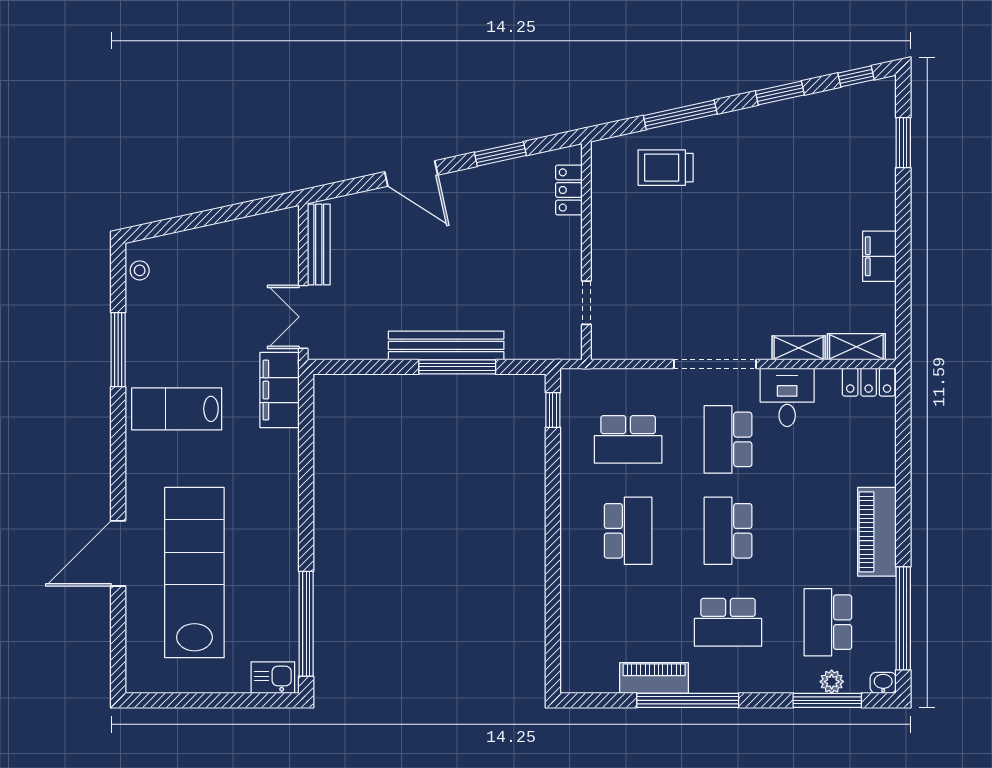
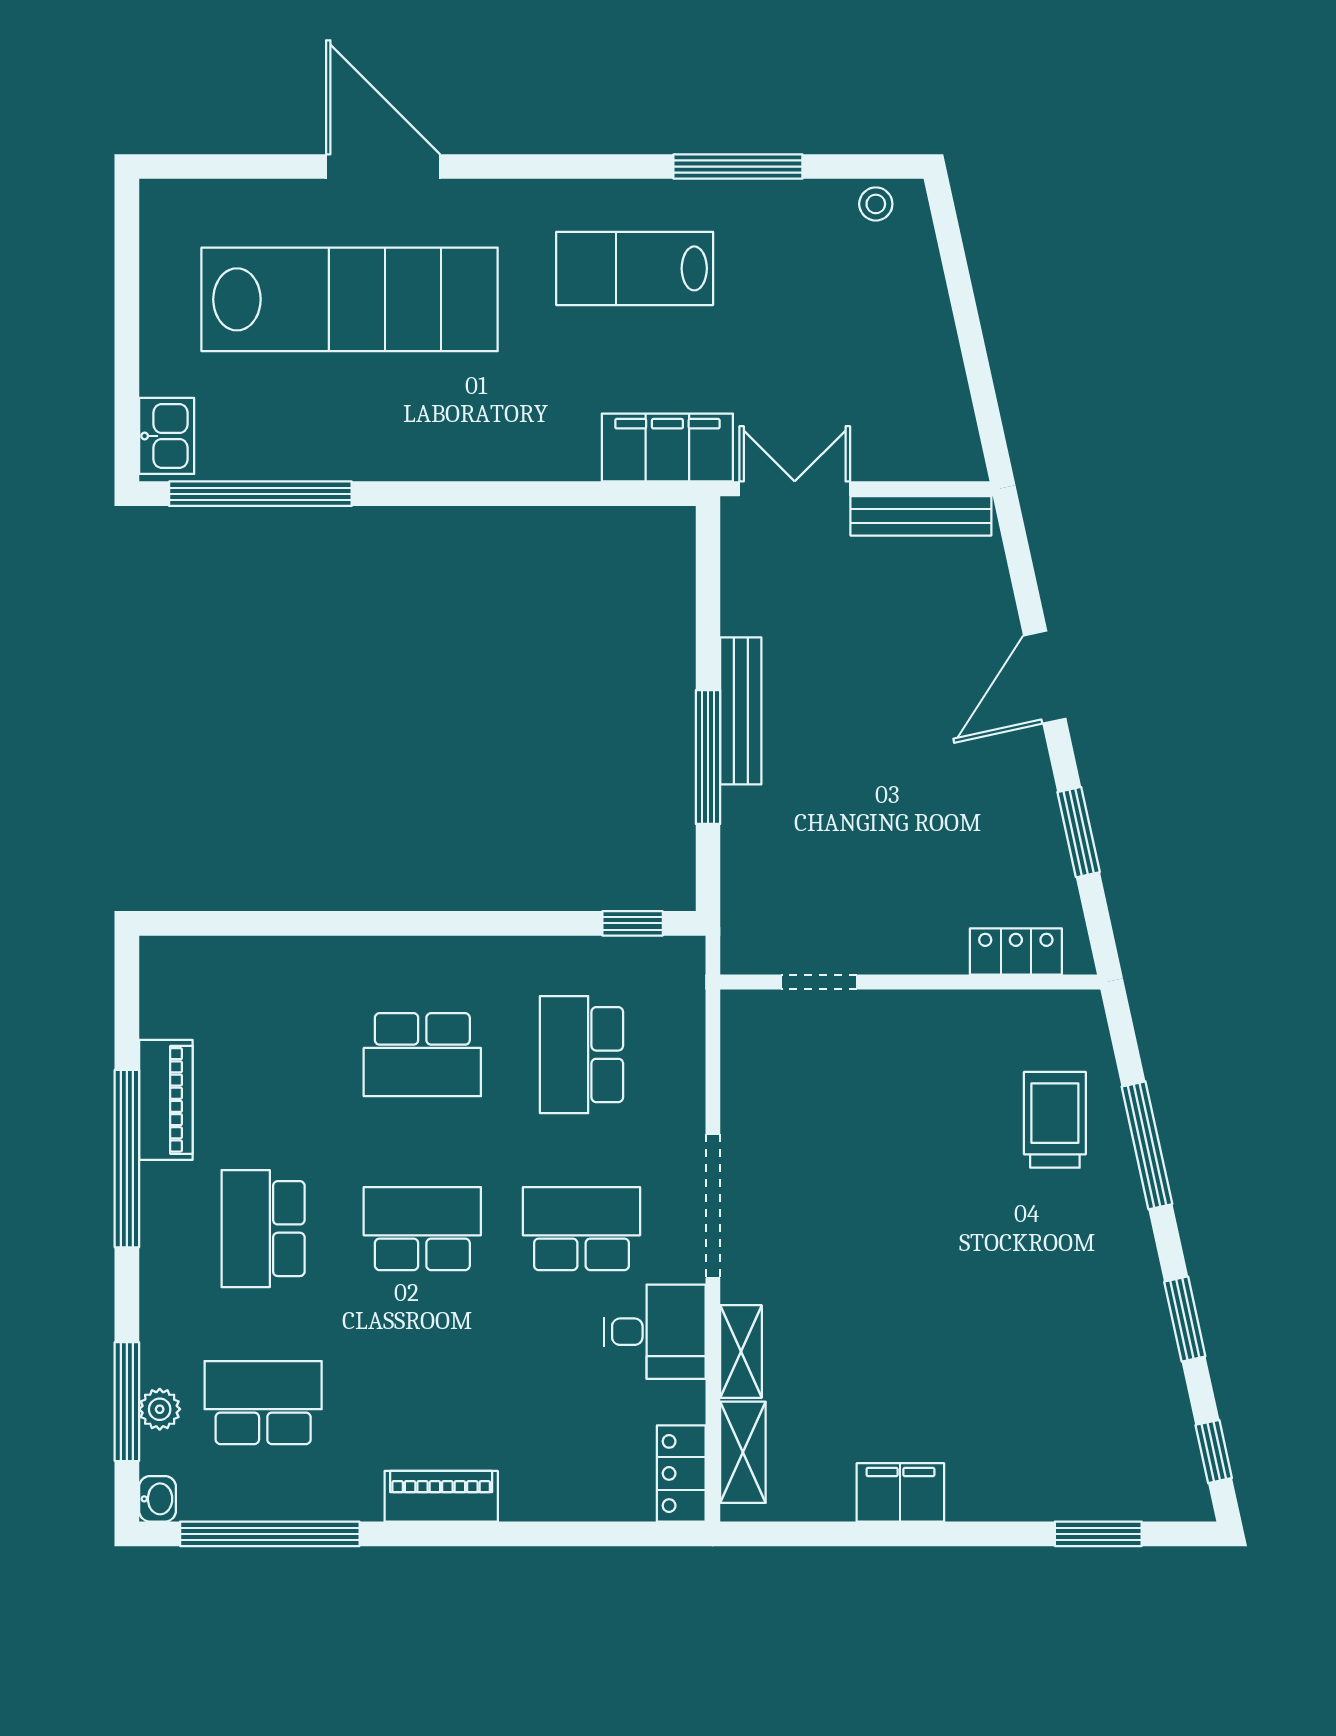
bench: (446, 345) -> (741, 711), width x0.73, depth x0.82
lab bench: (177, 409) -> (635, 268), turned -90
piano: (877, 532) -> (441, 1496), width x0.73, depth x0.75

